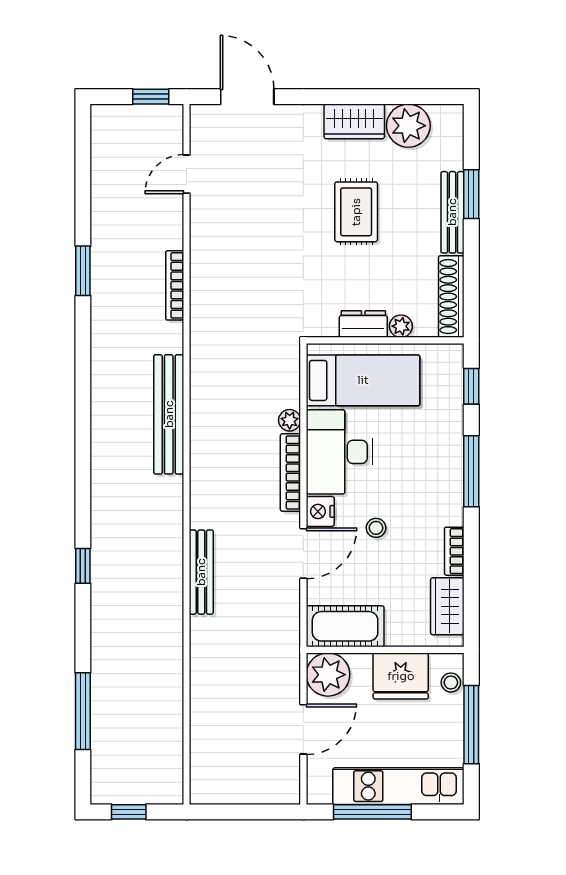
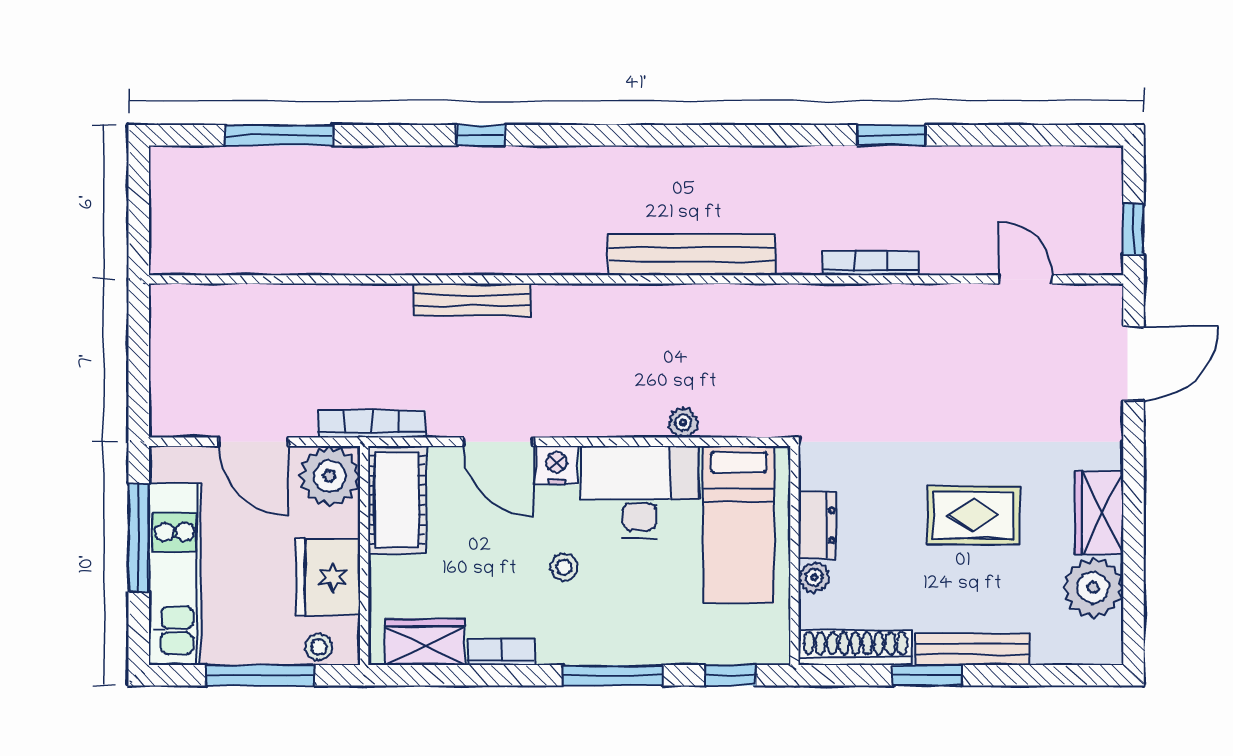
window: (471, 194) -> (927, 675), moved
bookcase: (290, 472) -> (372, 424), moved
stool: (376, 528) -> (564, 567), moved
window: (129, 812) -> (139, 199), removed

